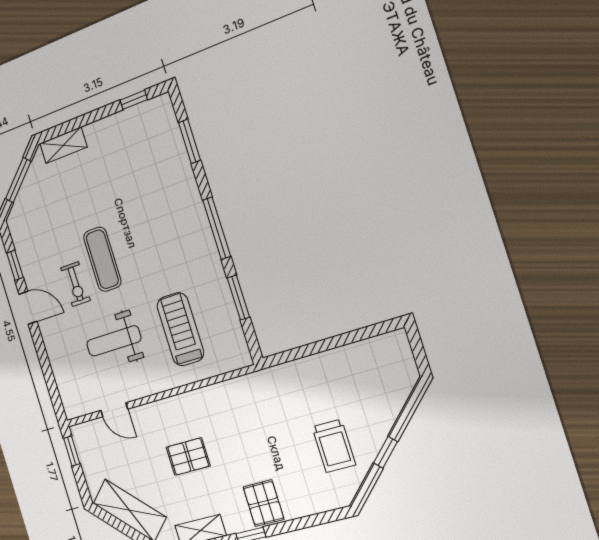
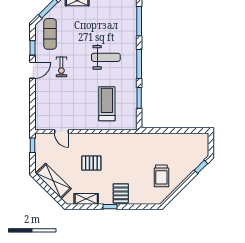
window: (189, 141) -> (139, 21), width x1.44
exercise mat: (102, 259) -> (50, 34), moved
door: (28, 308) -> (33, 70), hinge flipped
weight bench: (114, 341) -> (106, 57), moved, turned 180
window: (386, 452) -> (201, 167), moved

